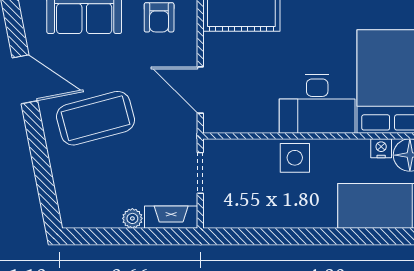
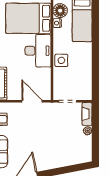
door: (200, 90) -> (32, 101), swing flipped
coffee table: (96, 118) -> (44, 147), removed

